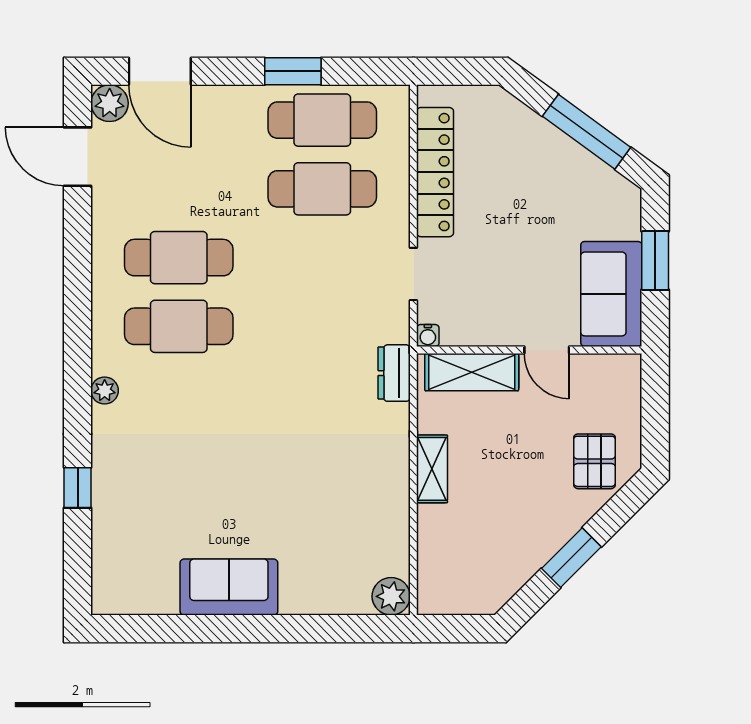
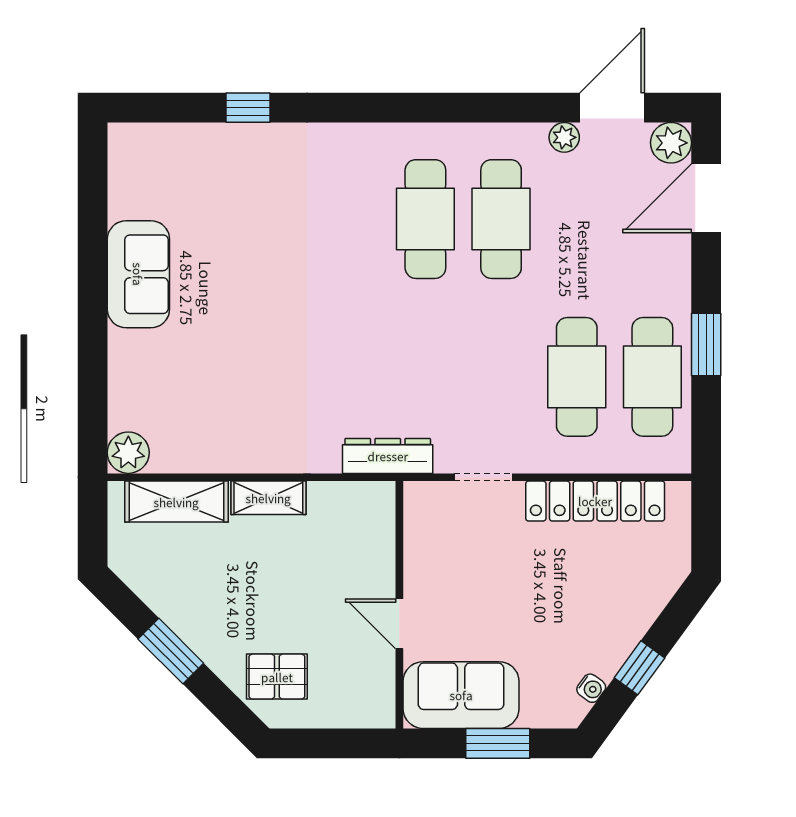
window: (587, 132) -> (639, 668), width x0.46
water cooler: (428, 335) -> (591, 688), moved, turned -144
door: (547, 350) -> (399, 624), hinge flipped
shelving: (472, 372) -> (176, 502), moved, turned 90
dresser: (394, 373) -> (388, 456), width x1.44
plant: (105, 391) -> (564, 137), moved

